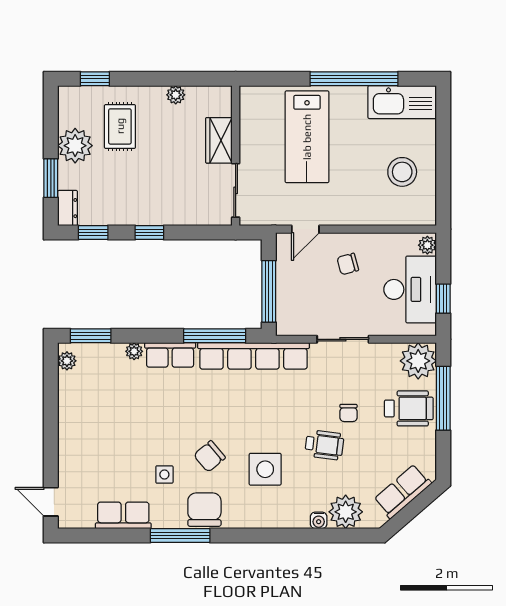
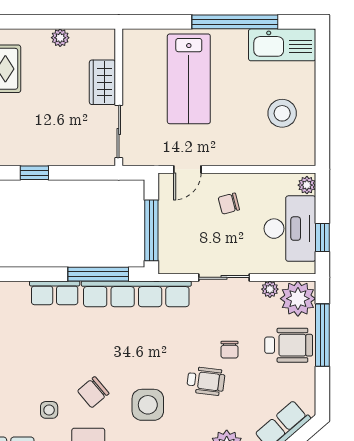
plant: (134, 351) -> (270, 289), moved

